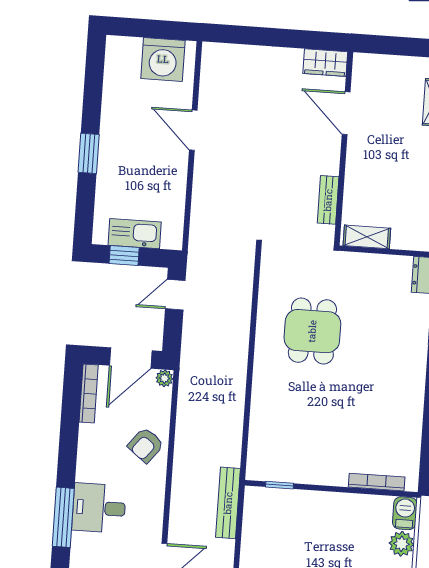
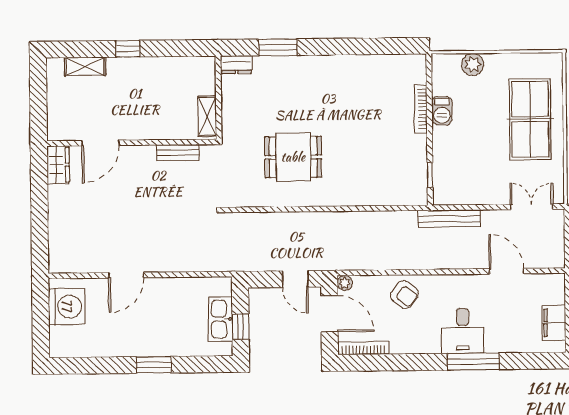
door: (175, 295) -> (295, 279), moved
bookcase: (377, 482) -> (421, 109), moved
barbecue: (405, 513) -> (442, 111), moved, turned -90

